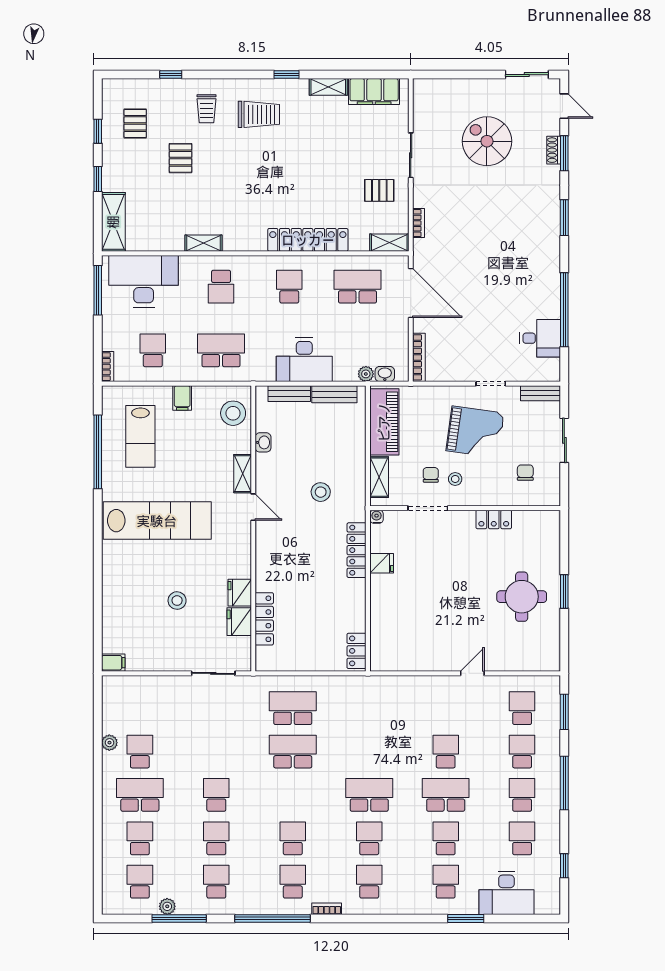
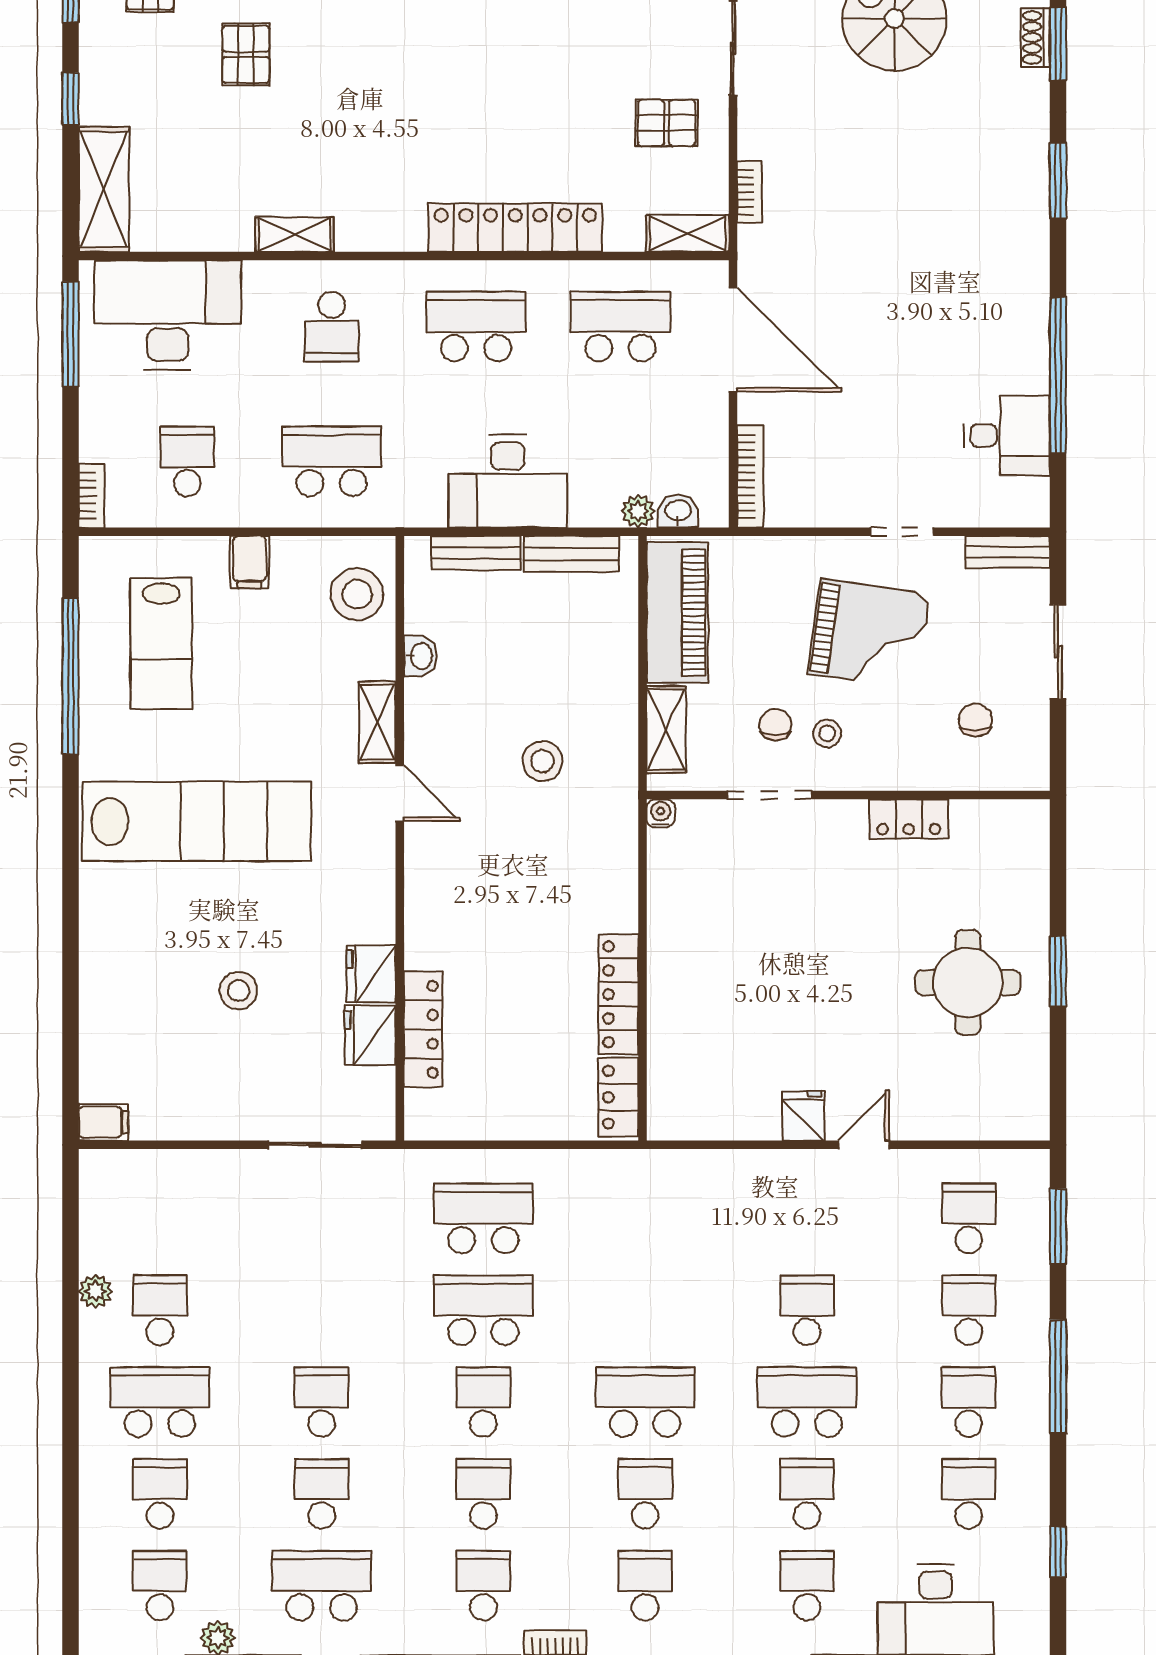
school desk: (289, 287) -> (476, 326), width x1.85
locker: (357, 550) -> (618, 994), moved
fridge: (382, 563) -> (803, 1116), moved, turned -90
school desk: (293, 795) -> (483, 1402), added
school desk: (216, 882) -> (322, 1586), width x1.85

